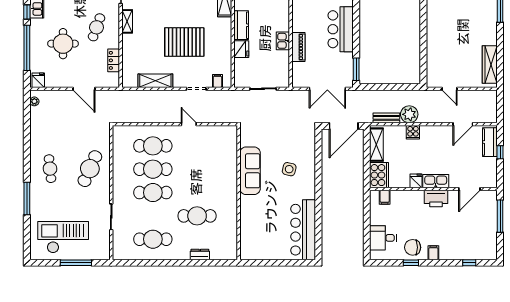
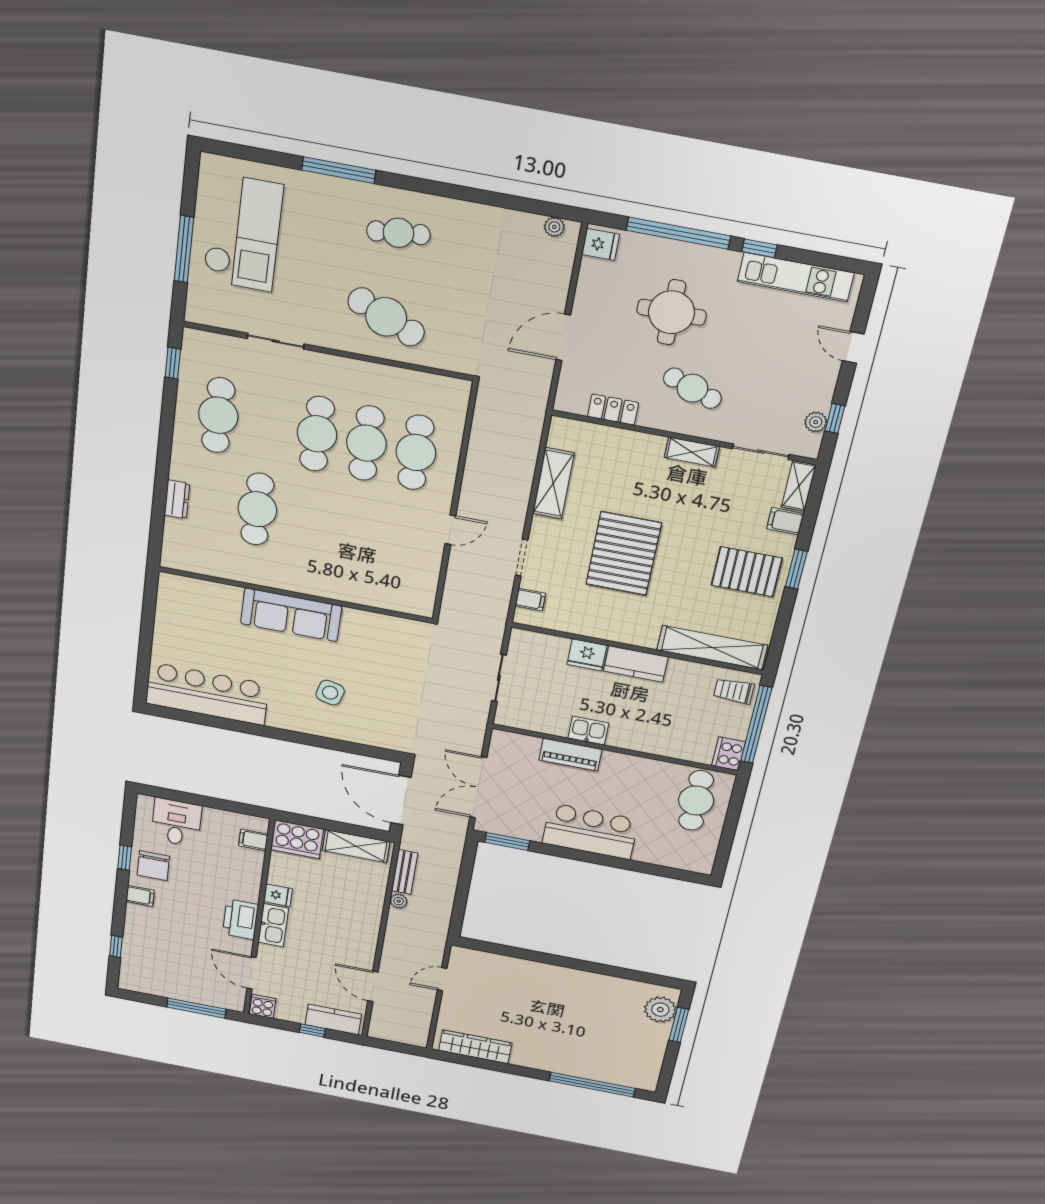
plant: (409, 114) -> (399, 901), width x0.53, depth x0.53
cooker: (413, 132) -> (263, 1006), moved, turned 90
sofa: (250, 171) -> (291, 615), moved
chair: (413, 247) -> (153, 866), turned 180
window: (131, 263) -> (173, 363), added

